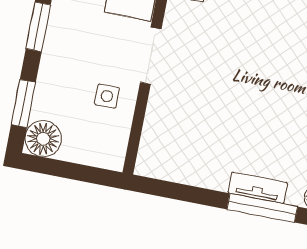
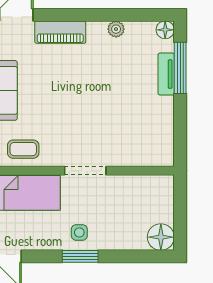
side table: (107, 96) -> (79, 232), moved
window: (23, 103) -> (138, 256), removed

